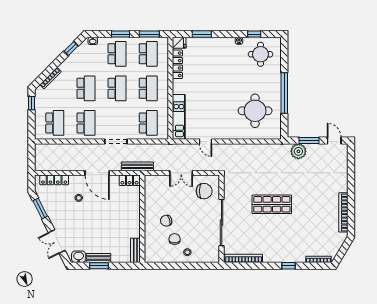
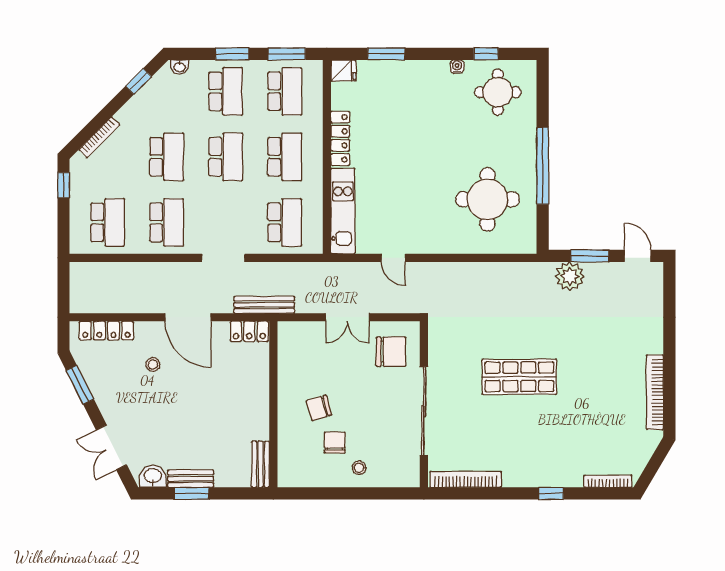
locker: (177, 64) -> (340, 138), moved

